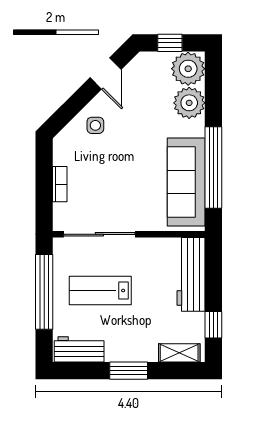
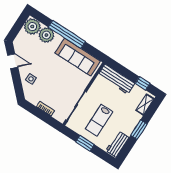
window: (170, 43) -> (17, 27), removed
window: (213, 167) -> (67, 34), moved
window: (44, 292) -> (85, 143), width x0.47

